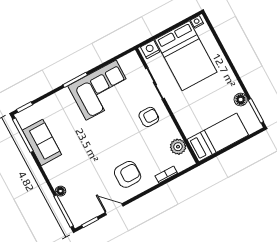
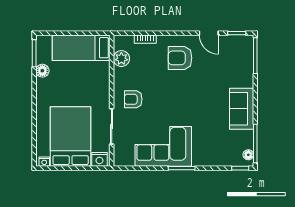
sofa: (42, 142) -> (242, 109), moved
floor lamp: (60, 191) -> (248, 155), moved

